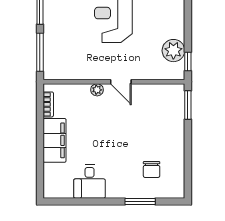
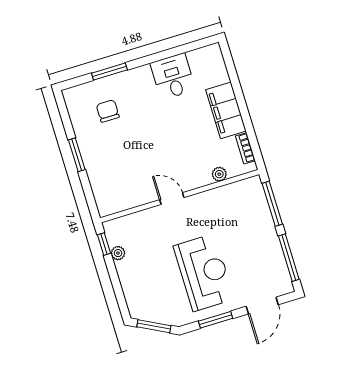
plant: (173, 51) -> (118, 253), width x0.53, depth x0.53
plant: (97, 90) -> (219, 174), moved
window: (188, 105) -> (77, 155), moved

